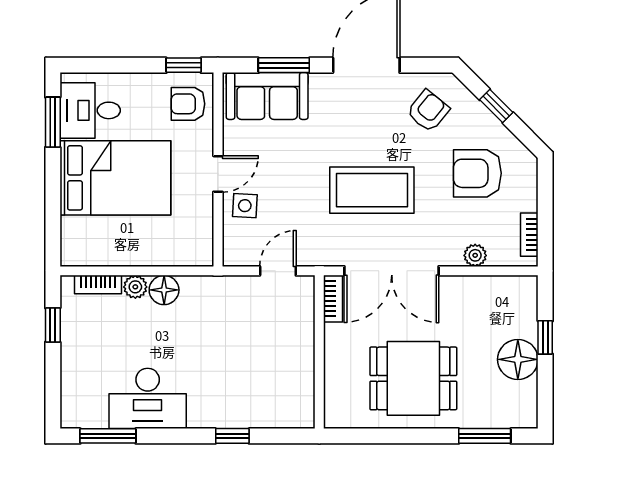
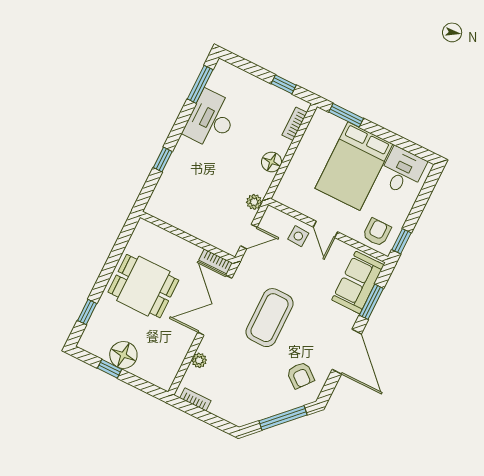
window: (496, 106) -> (283, 418), width x2.17
window: (53, 122) -> (346, 115), moved
armchair: (477, 173) -> (248, 386), removed
door: (278, 271) -> (249, 237), hinge flipped
plant: (135, 287) -> (254, 202), moved
window: (545, 337) -> (110, 369), moved
dining table: (413, 378) -> (143, 286), turned 90
window: (485, 436) -> (87, 312), width x0.67

